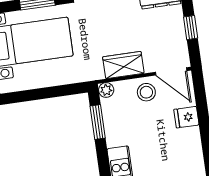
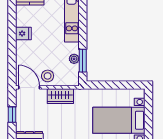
plant: (106, 90) -> (74, 59), moved
fridge: (186, 117) -> (23, 34), moved

